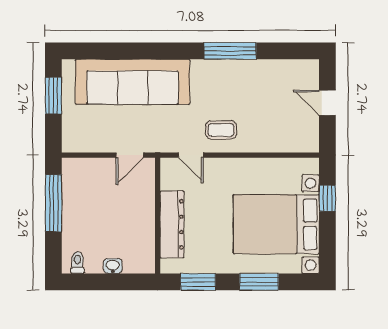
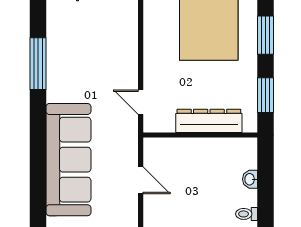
coffee table: (221, 130) -> (116, 72), removed
door: (130, 155) -> (141, 180), moved
door: (191, 155) -> (141, 102), swing flipped

